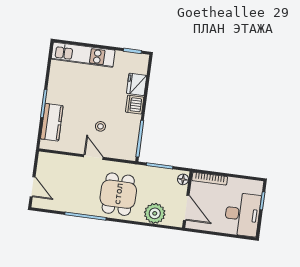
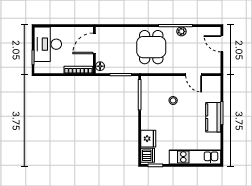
dishwasher: (135, 105) -> (148, 155), moved
kitchen counter: (52, 122) -> (213, 117), moved
door: (93, 157) -> (194, 75), moved
door: (186, 208) -> (94, 43), hinge flipped
plant: (155, 213) -> (181, 31), moved, width x0.53, depth x0.53

